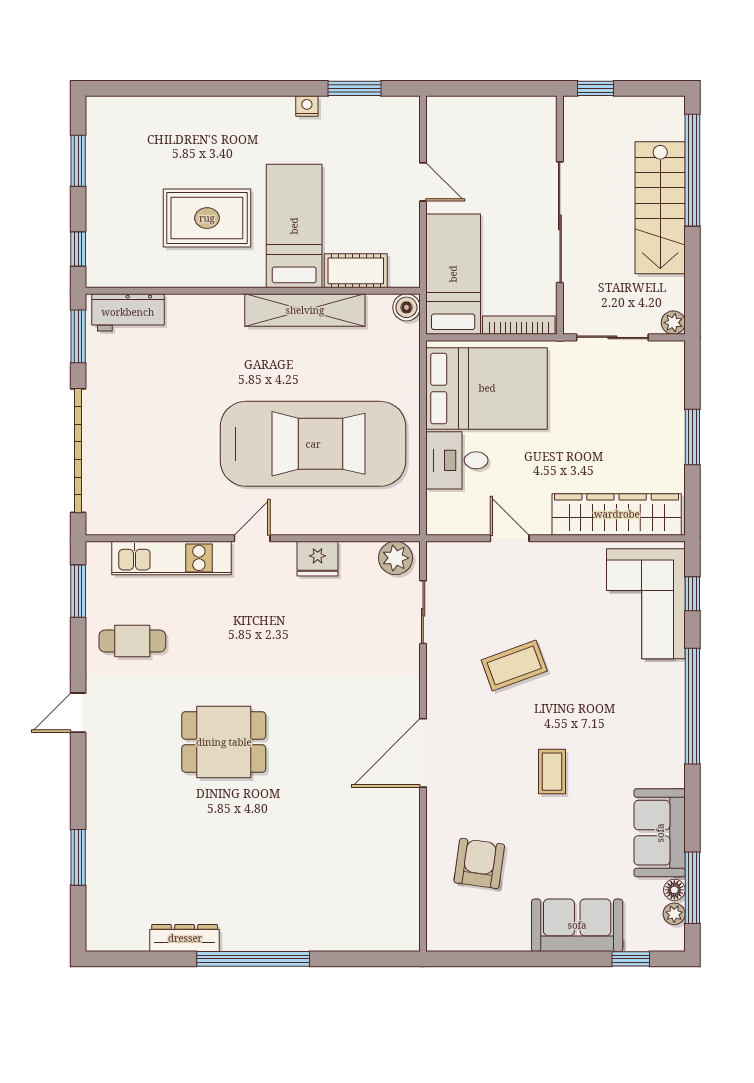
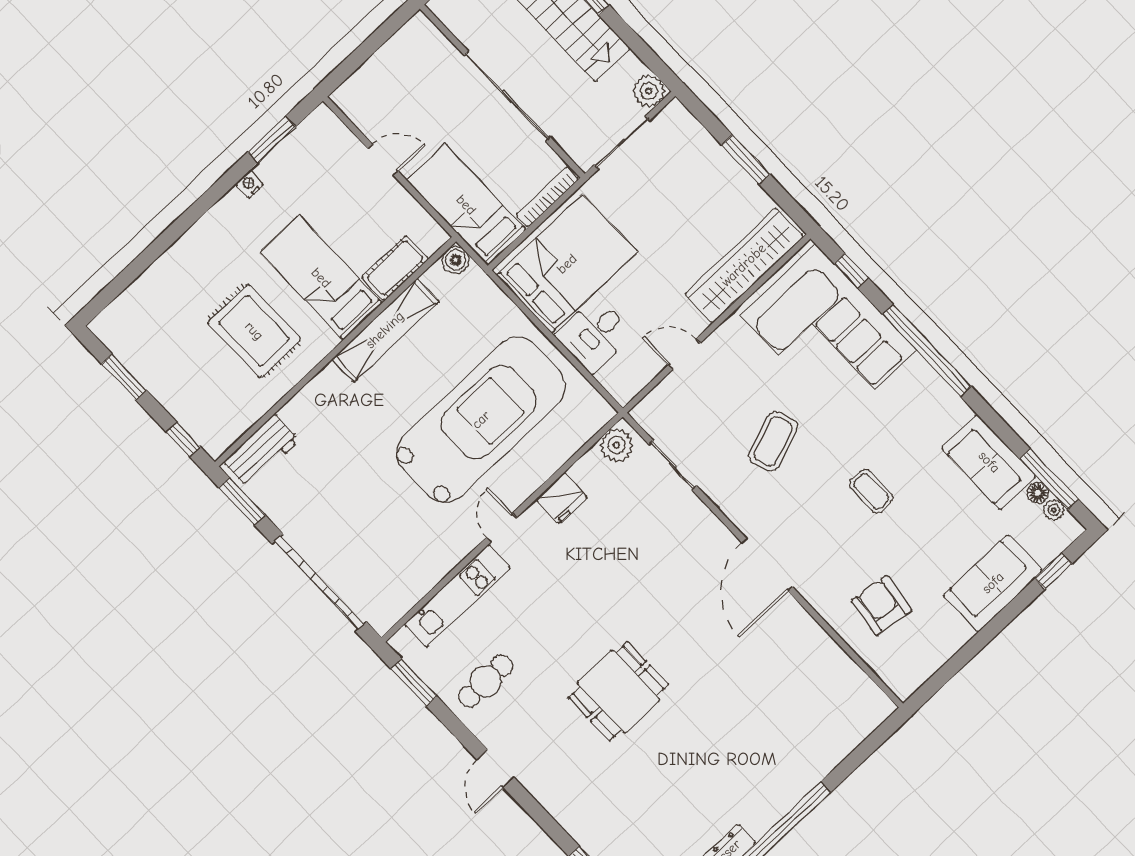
rug: (207, 218) -> (254, 331), turned 90
plant: (673, 323) -> (649, 91), width x1.38, depth x1.38
corner sofa: (646, 604) -> (828, 333), width x1.36, depth x1.36

